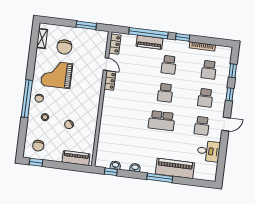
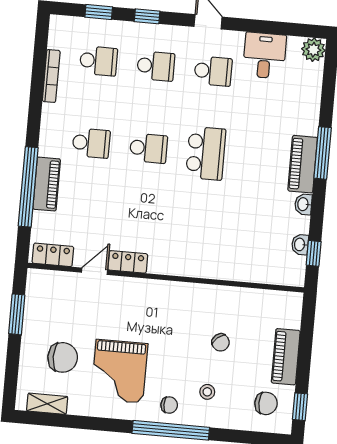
window: (183, 37) -> (34, 117), removed
piano: (76, 158) -> (286, 357), moved
piano: (175, 168) -> (303, 164), moved, width x0.73, depth x0.75
plant: (210, 175) -> (313, 50), added

